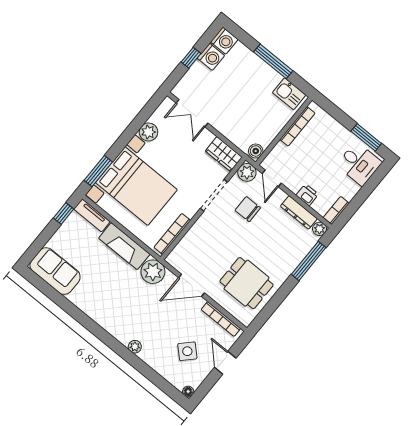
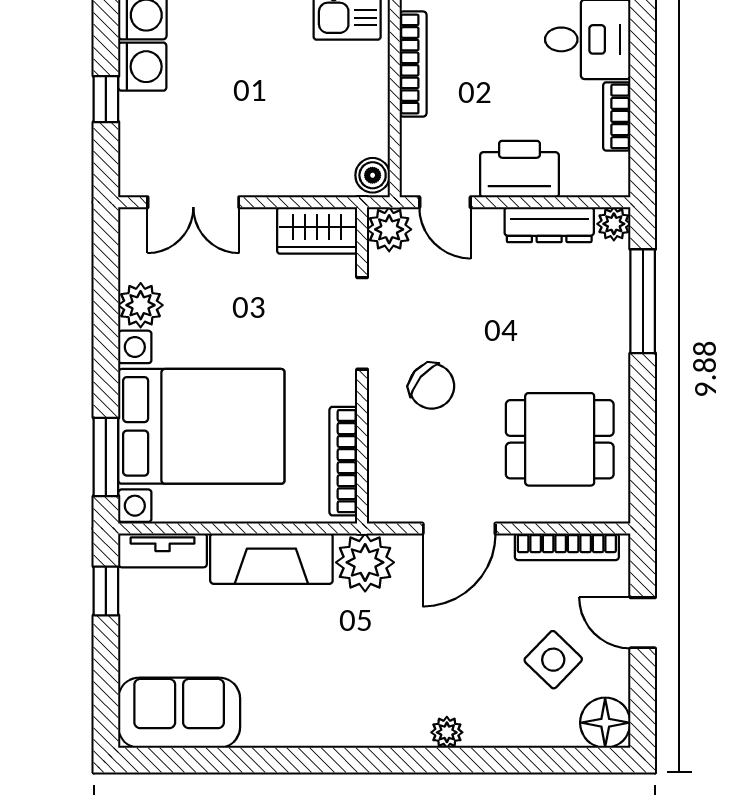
printer: (307, 195) -> (519, 169), width x1.87, depth x1.48
chair: (248, 209) -> (432, 386), moved, turned -140
bookcase: (336, 210) -> (617, 116), moved
floor lamp: (188, 392) -> (605, 723), width x1.89, depth x1.89

